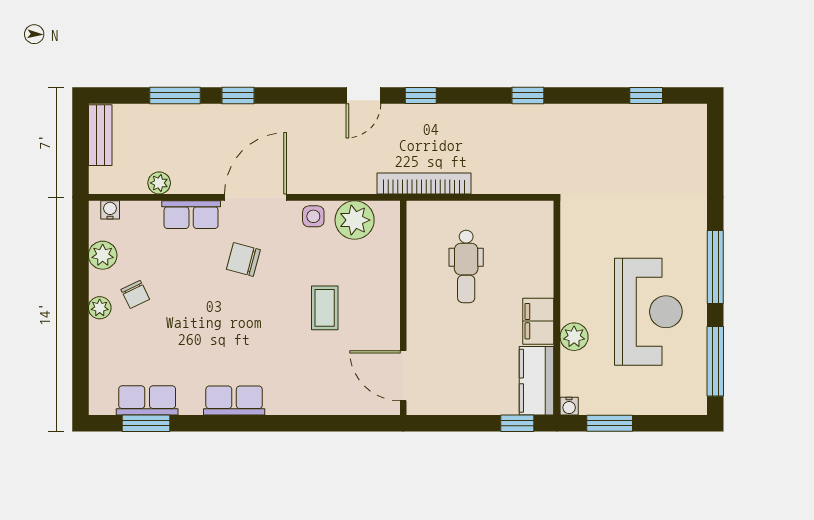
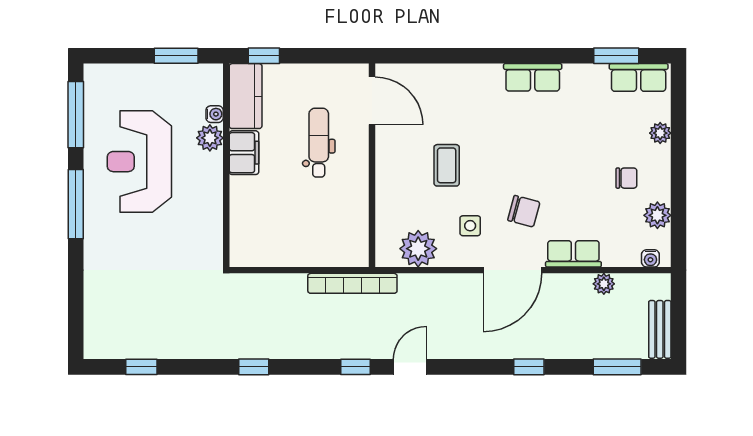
window: (175, 96) -> (617, 367), moved
side table: (313, 216) -> (470, 226), moved
dental chair: (466, 266) -> (319, 143), moved
chair: (135, 294) -> (626, 178), turned 116
plant: (100, 308) -> (660, 133), moved
row of seats: (147, 400) -> (639, 77), moved
water cooler: (569, 406) -> (215, 114), moved, turned 90

